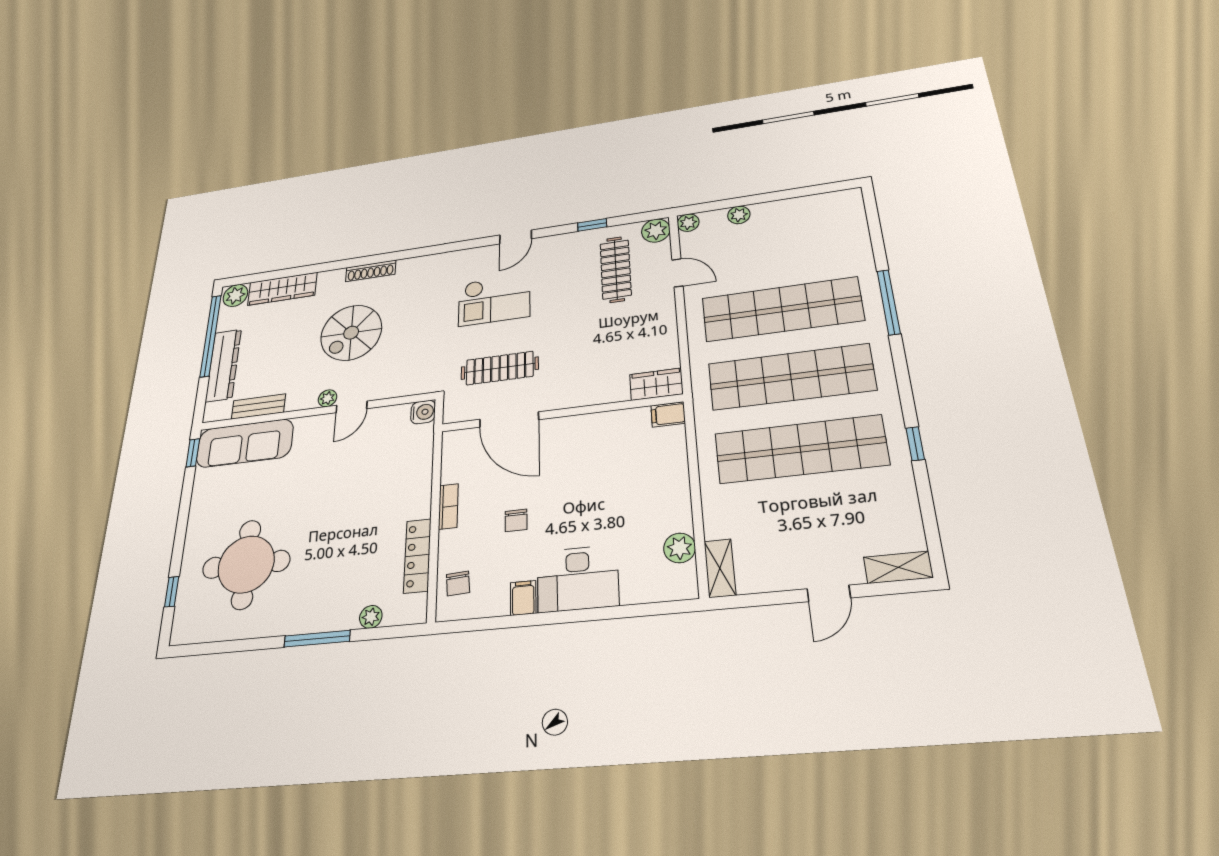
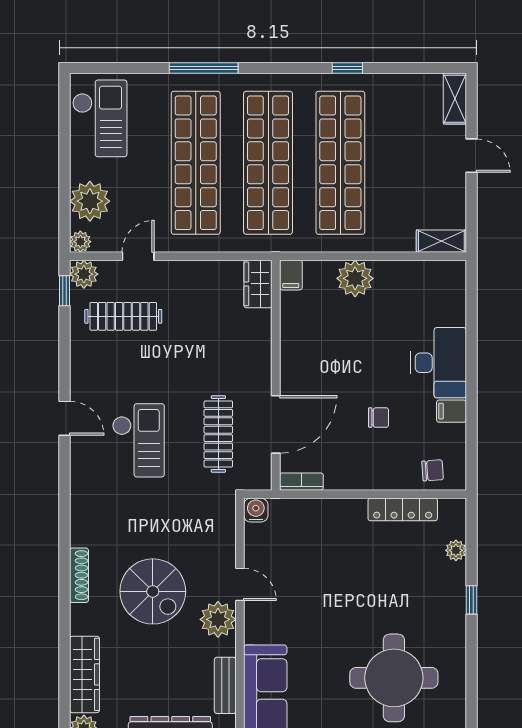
plant: (739, 215) -> (90, 201), width x1.88, depth x1.88
checkout: (818, 219) -> (100, 118), added
window: (592, 225) -> (65, 291), moved
plant: (327, 398) -> (218, 619), width x1.88, depth x1.88
bookcase: (448, 506) -> (301, 482), moved
plant: (680, 548) -> (355, 278), moved, width x1.36, depth x1.36
window: (317, 639) -> (471, 600), width x0.46

